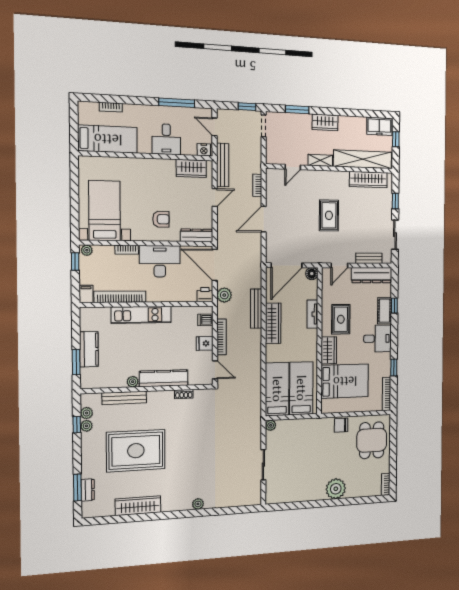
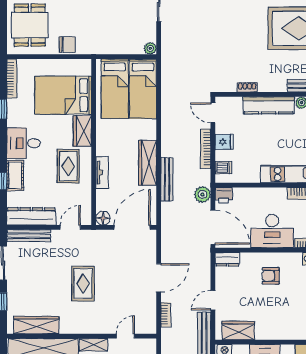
dresser: (197, 235) -> (227, 259), width x0.70
bench: (369, 258) -> (29, 236), width x1.36

